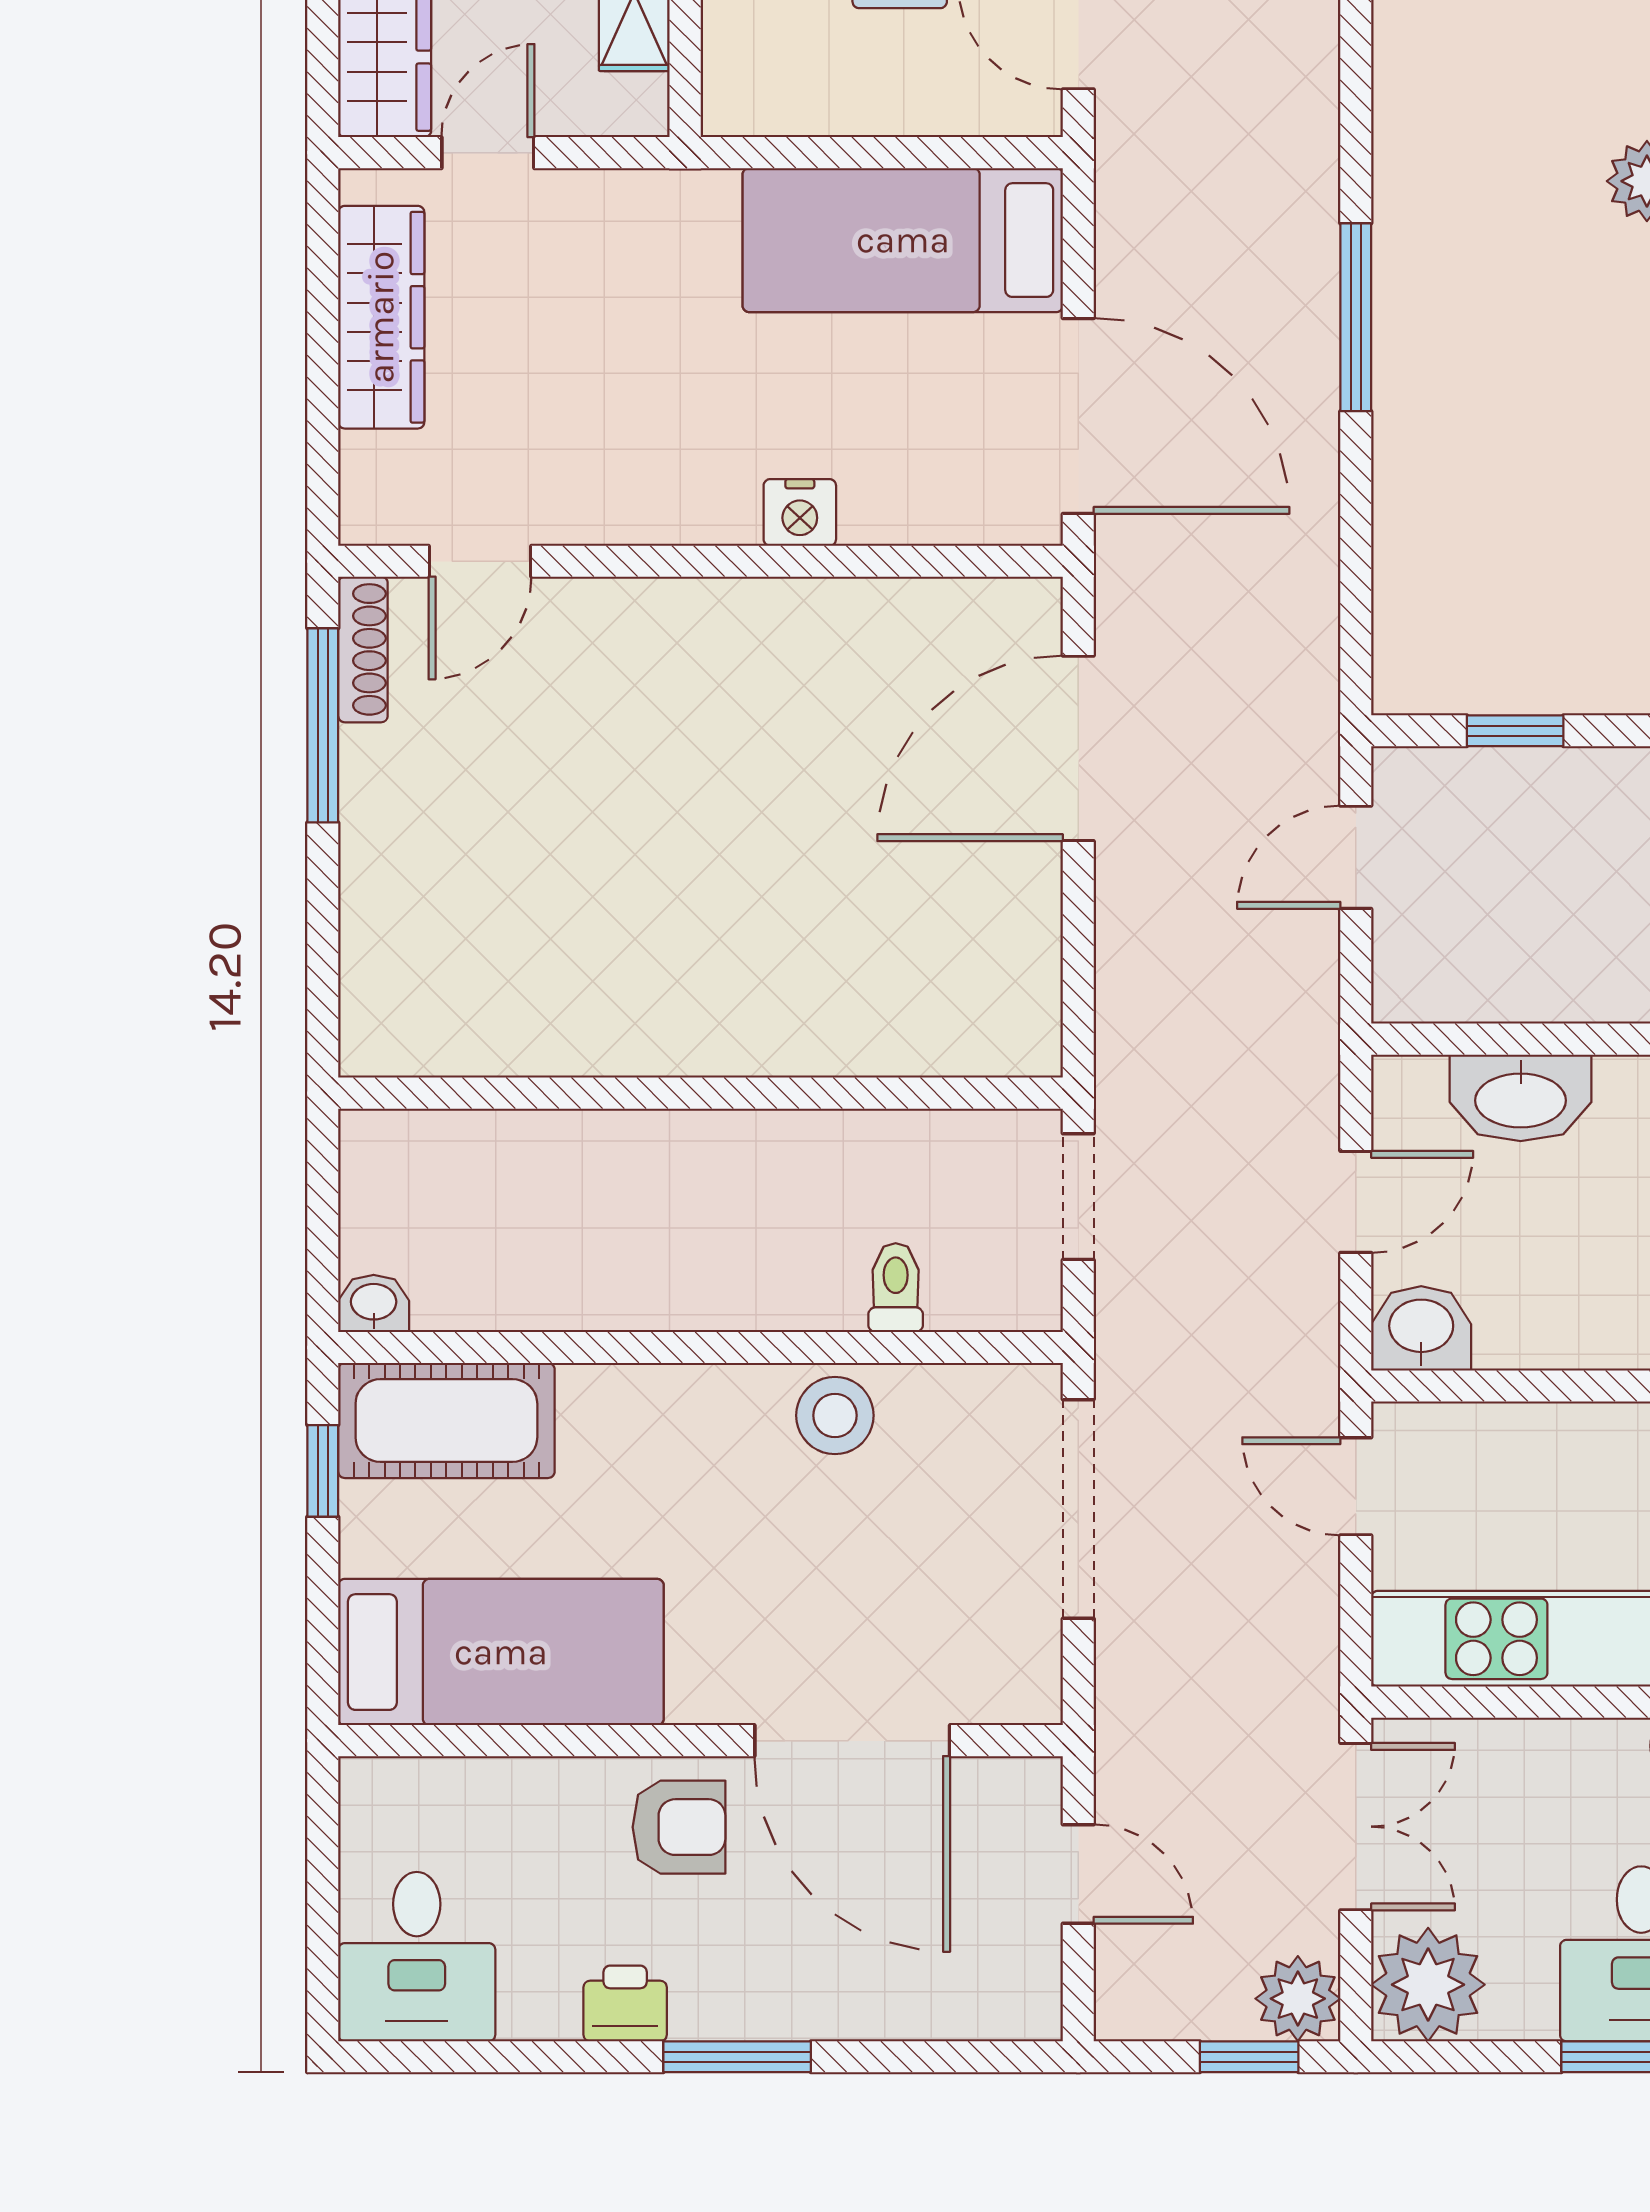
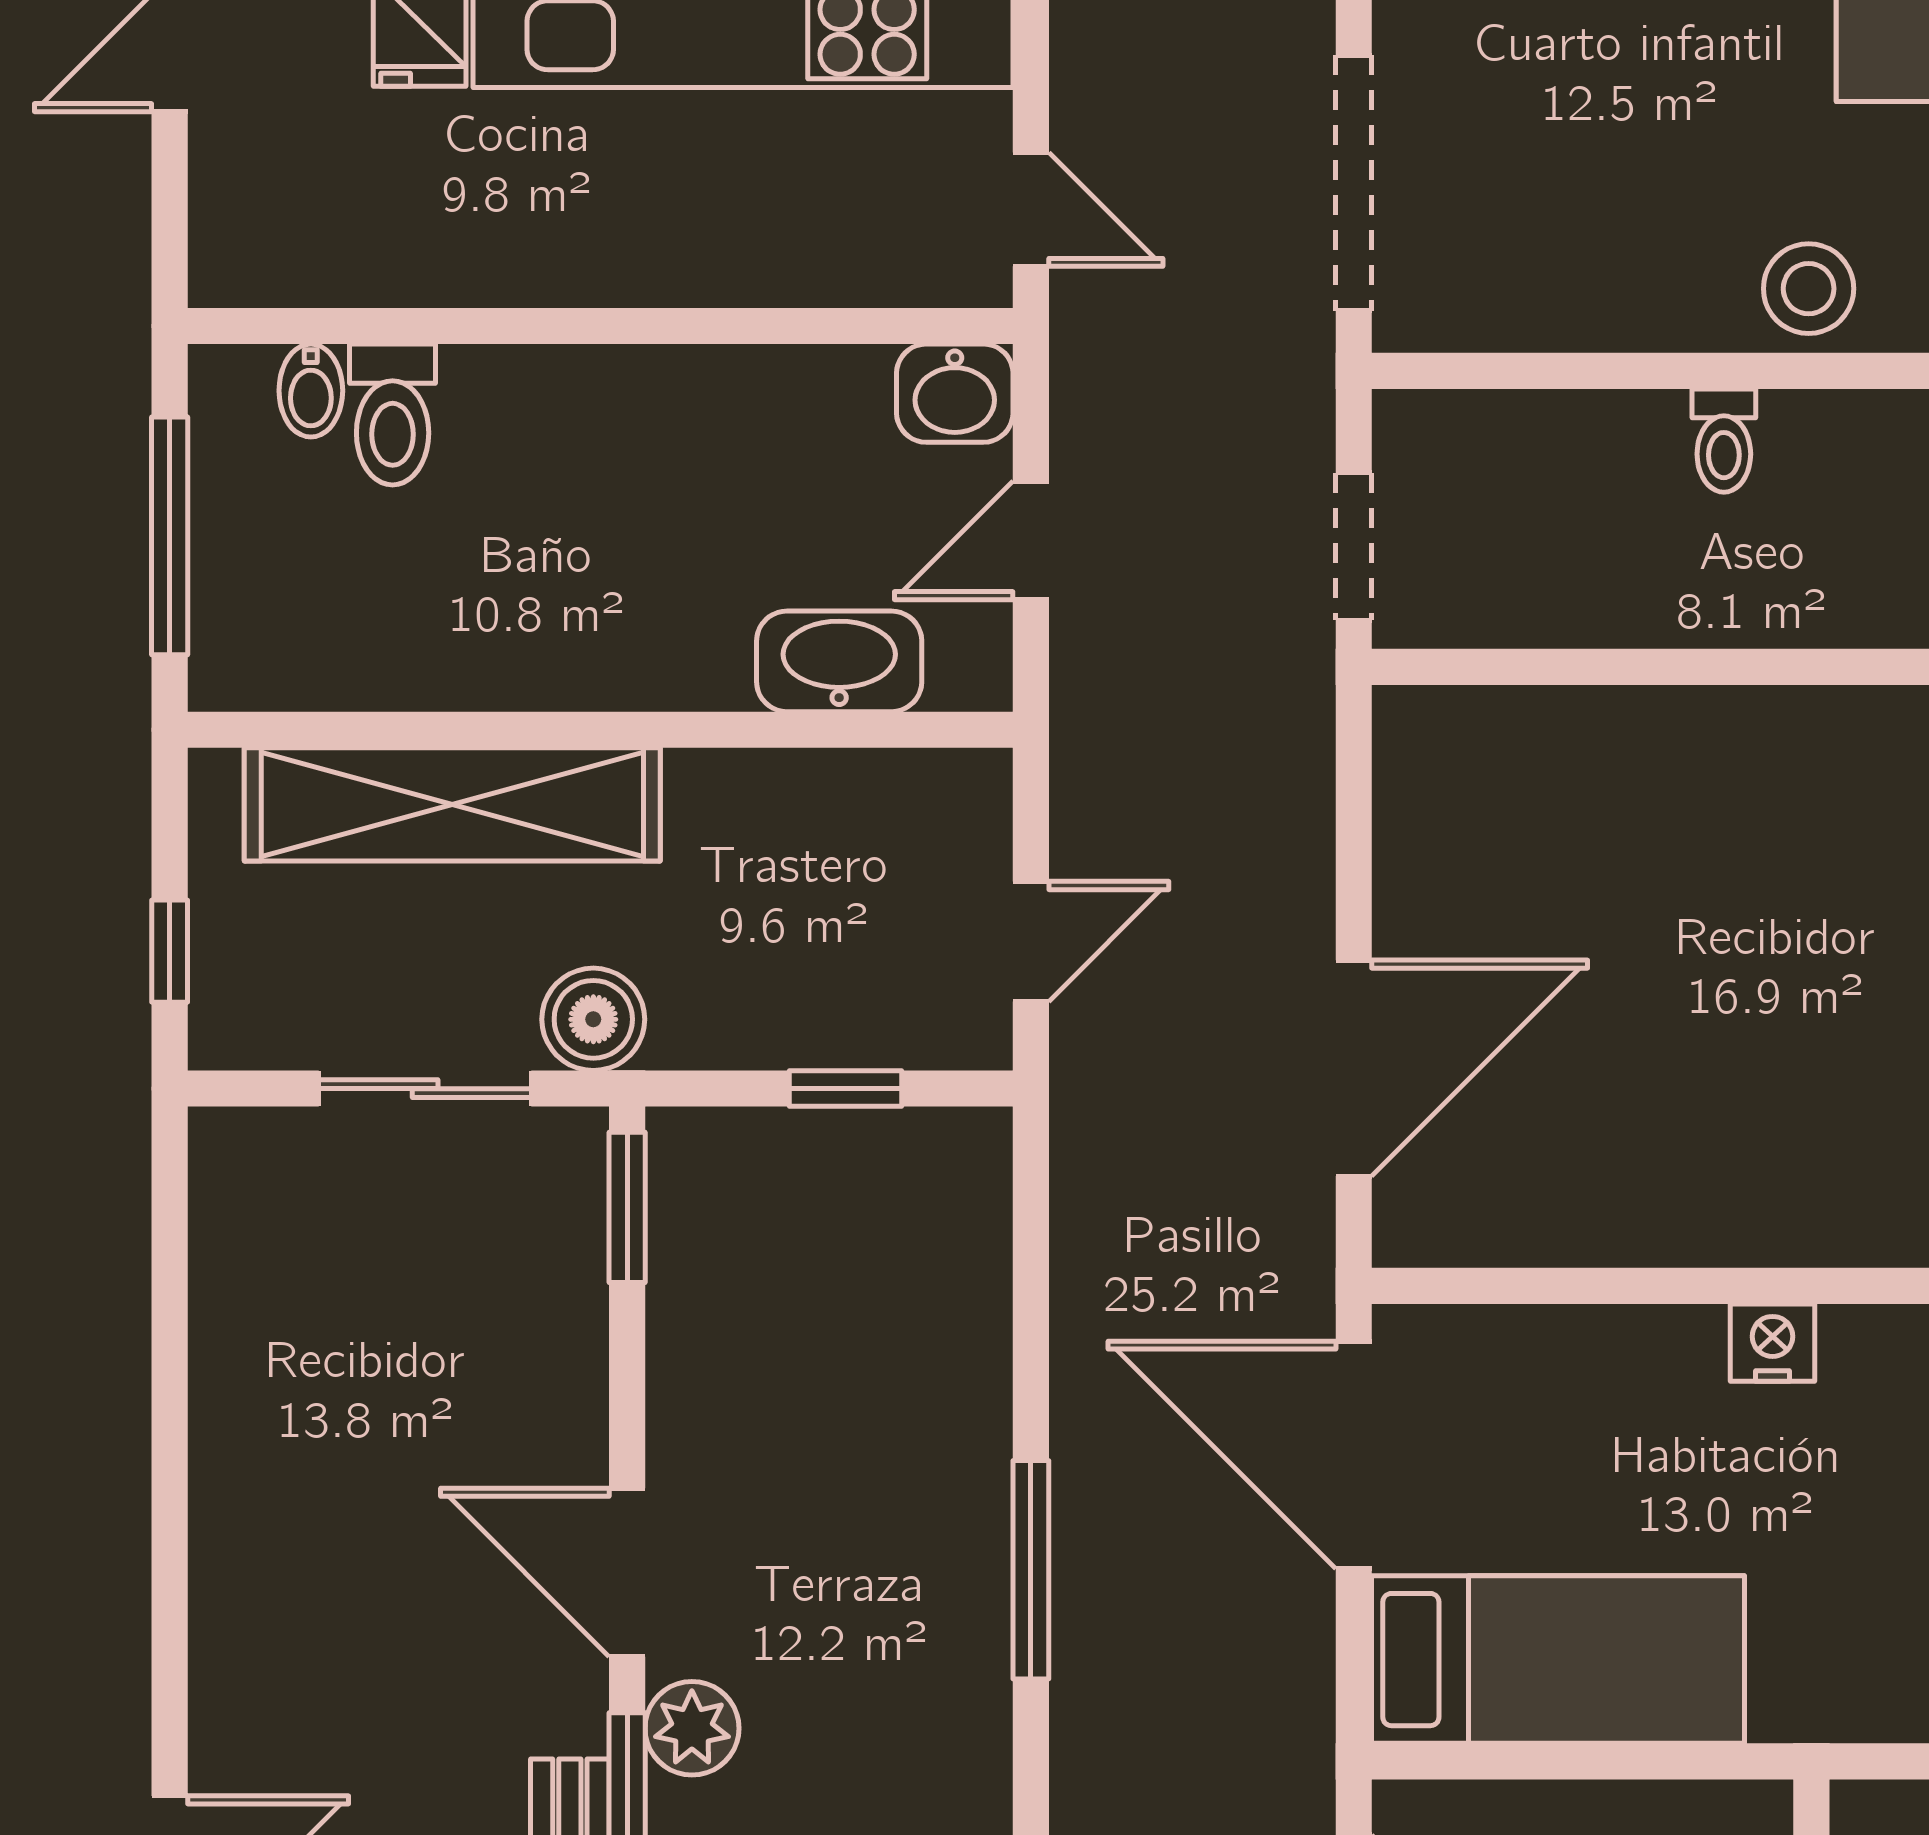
nightstand: (800, 512) -> (1772, 1343), moved
toilet: (896, 1288) -> (1724, 441), moved
stool: (835, 1415) -> (1809, 289), moved

